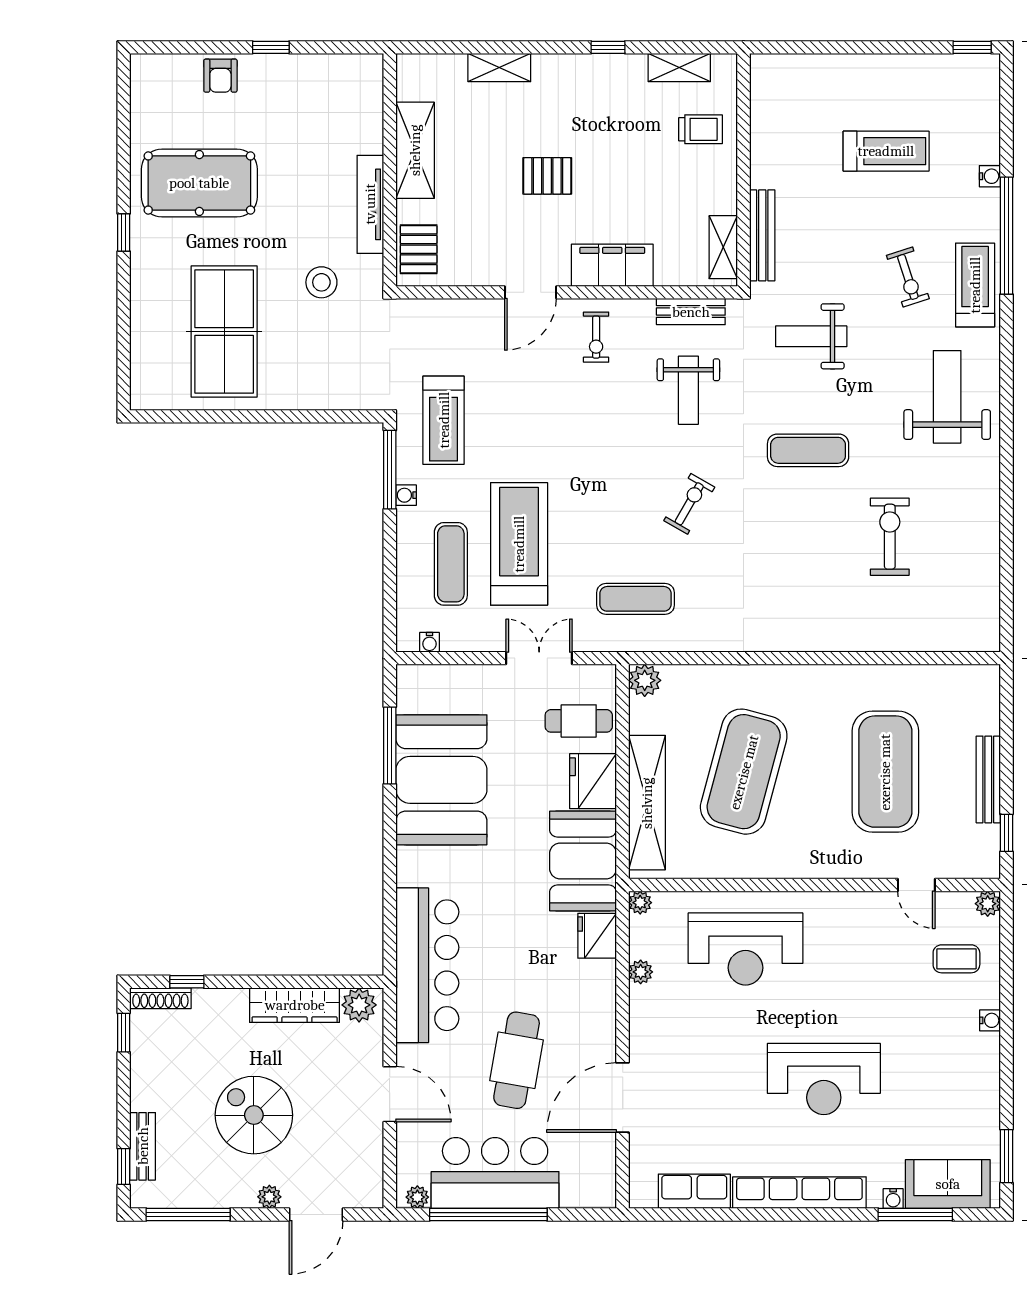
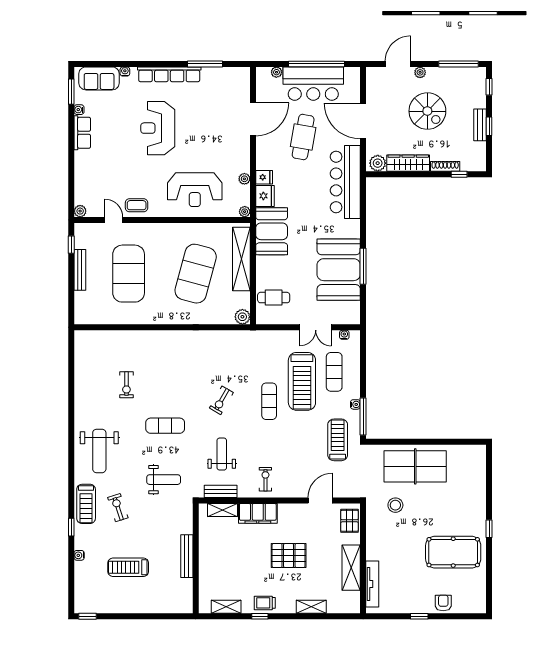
trolley: (701, 129) -> (265, 603), moved
pallet: (547, 176) -> (289, 555), width x1.50, depth x1.42
tv unit: (370, 204) -> (372, 584), moved
bench: (762, 235) -> (187, 556), moved
window: (1007, 236) -> (71, 527), width x0.32
shelving: (723, 247) -> (222, 510), moved, turned 90
door: (530, 292) -> (320, 500), moved
table tennis table: (224, 331) -> (415, 466), moved, turned 90
exercise bike: (890, 537) -> (126, 385), width x0.73, depth x0.72
exercise mat: (635, 599) -> (269, 401), moved, turned 90
double door: (539, 658) -> (316, 327), moved
window: (390, 746) -> (363, 266), moved
fridge: (593, 781) -> (264, 177), moved, width x0.53, depth x0.75
reception desk: (745, 949) -> (195, 190), turned 180
coffee table: (956, 959) -> (137, 205), moved
shoe rack: (160, 998) -> (445, 166), moved
water cooler: (990, 1020) -> (79, 110), moved
window: (124, 1033) -> (489, 126), moved
reception desk: (824, 1079) -> (158, 128), turned -90
door: (390, 1094) -> (363, 121), width x1.36
bench: (143, 1146) -> (480, 125), moved
row of seats: (694, 1191) -> (82, 133), moved, turned -90
plant: (417, 1197) -> (276, 72), moved
window: (915, 1215) -> (205, 64), moved

